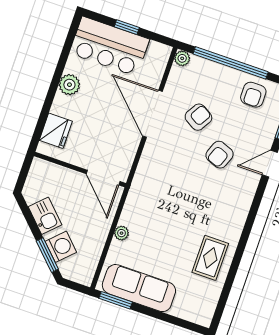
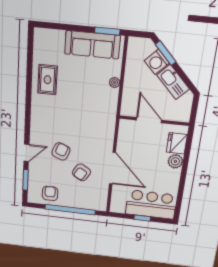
plant: (182, 58) -> (102, 206), removed
plant: (69, 85) -> (175, 161), moved
door: (103, 178) -> (149, 120), moved
kitchen sink: (45, 216) -> (173, 82), width x1.38

